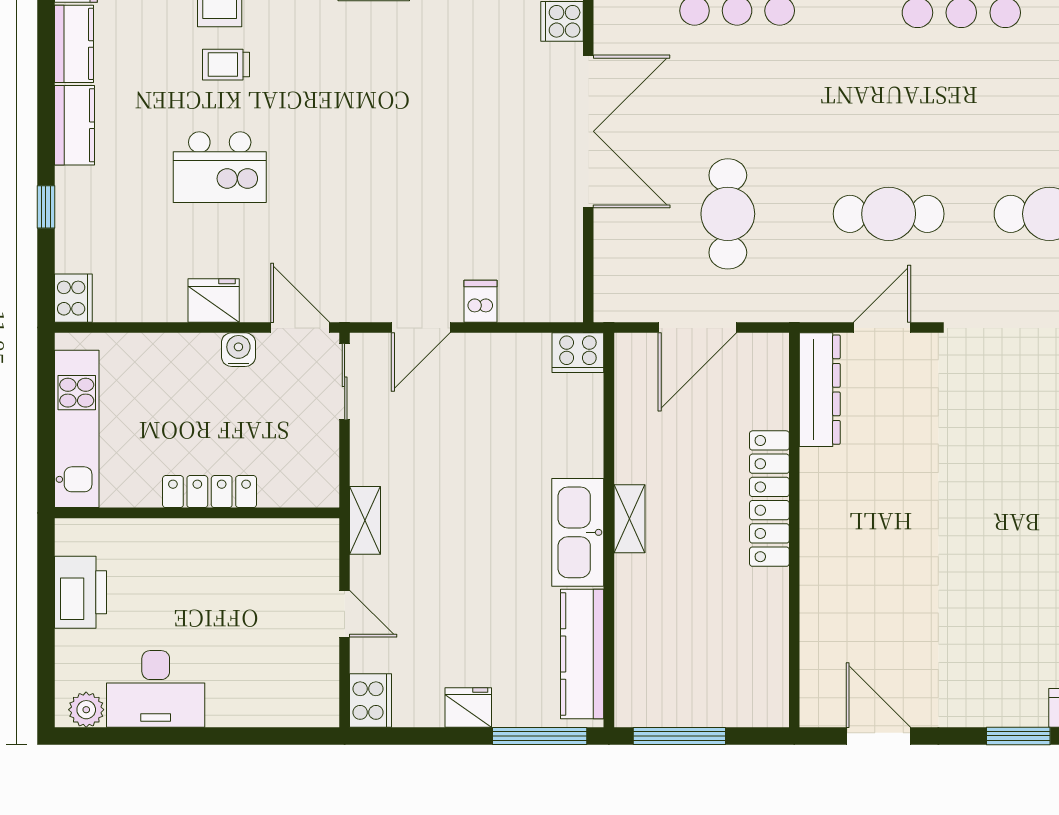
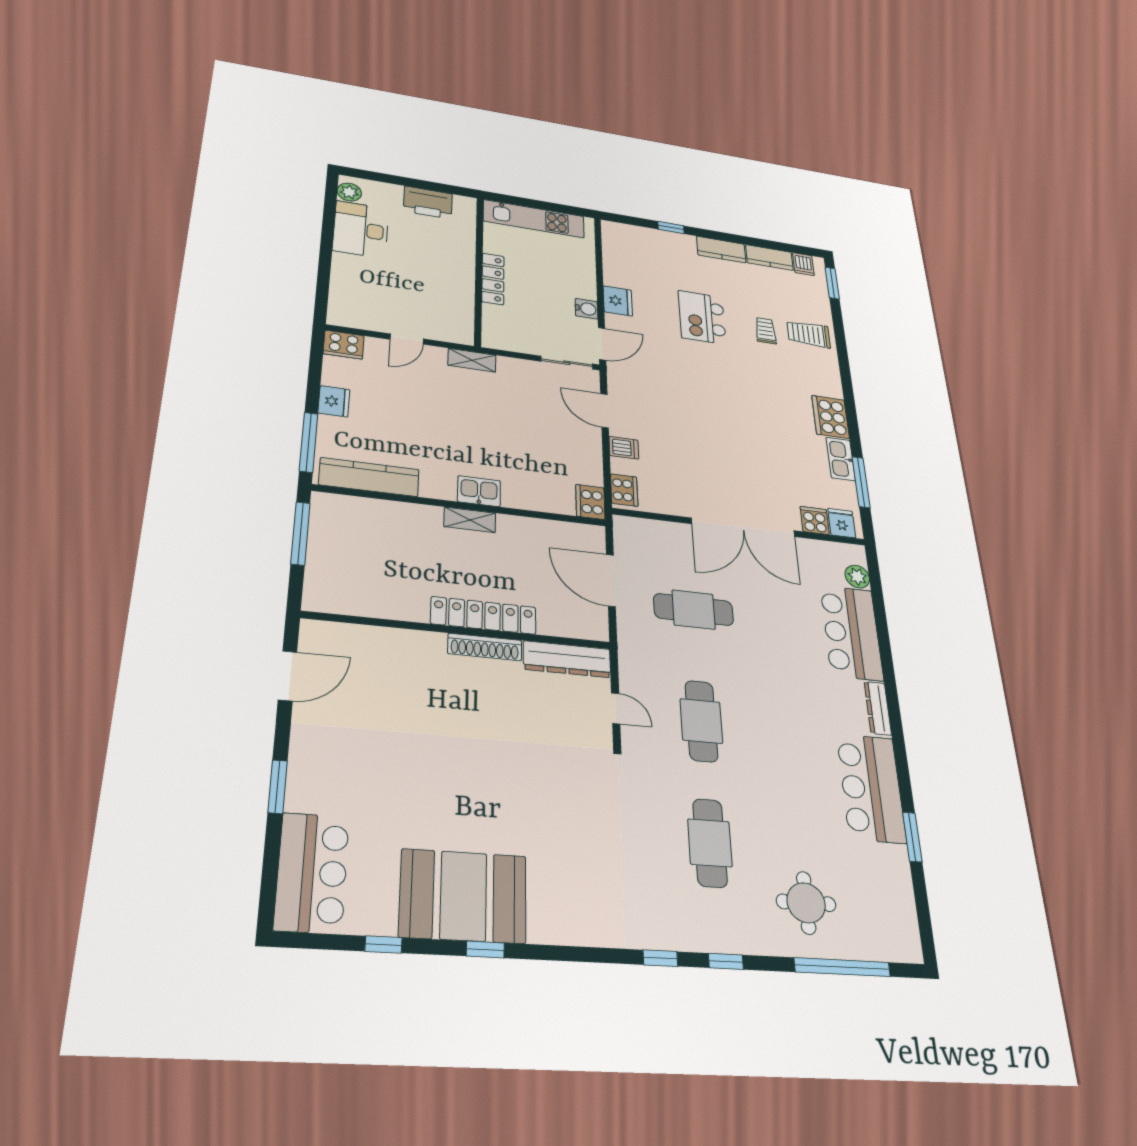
cooker: (73, 298) -> (624, 490), moved, turned -90
door: (882, 328) -> (616, 708), width x0.73
shoe rack: (814, 496) -> (485, 647), added
kitchen sink: (578, 532) -> (479, 491), width x0.53, depth x0.81

